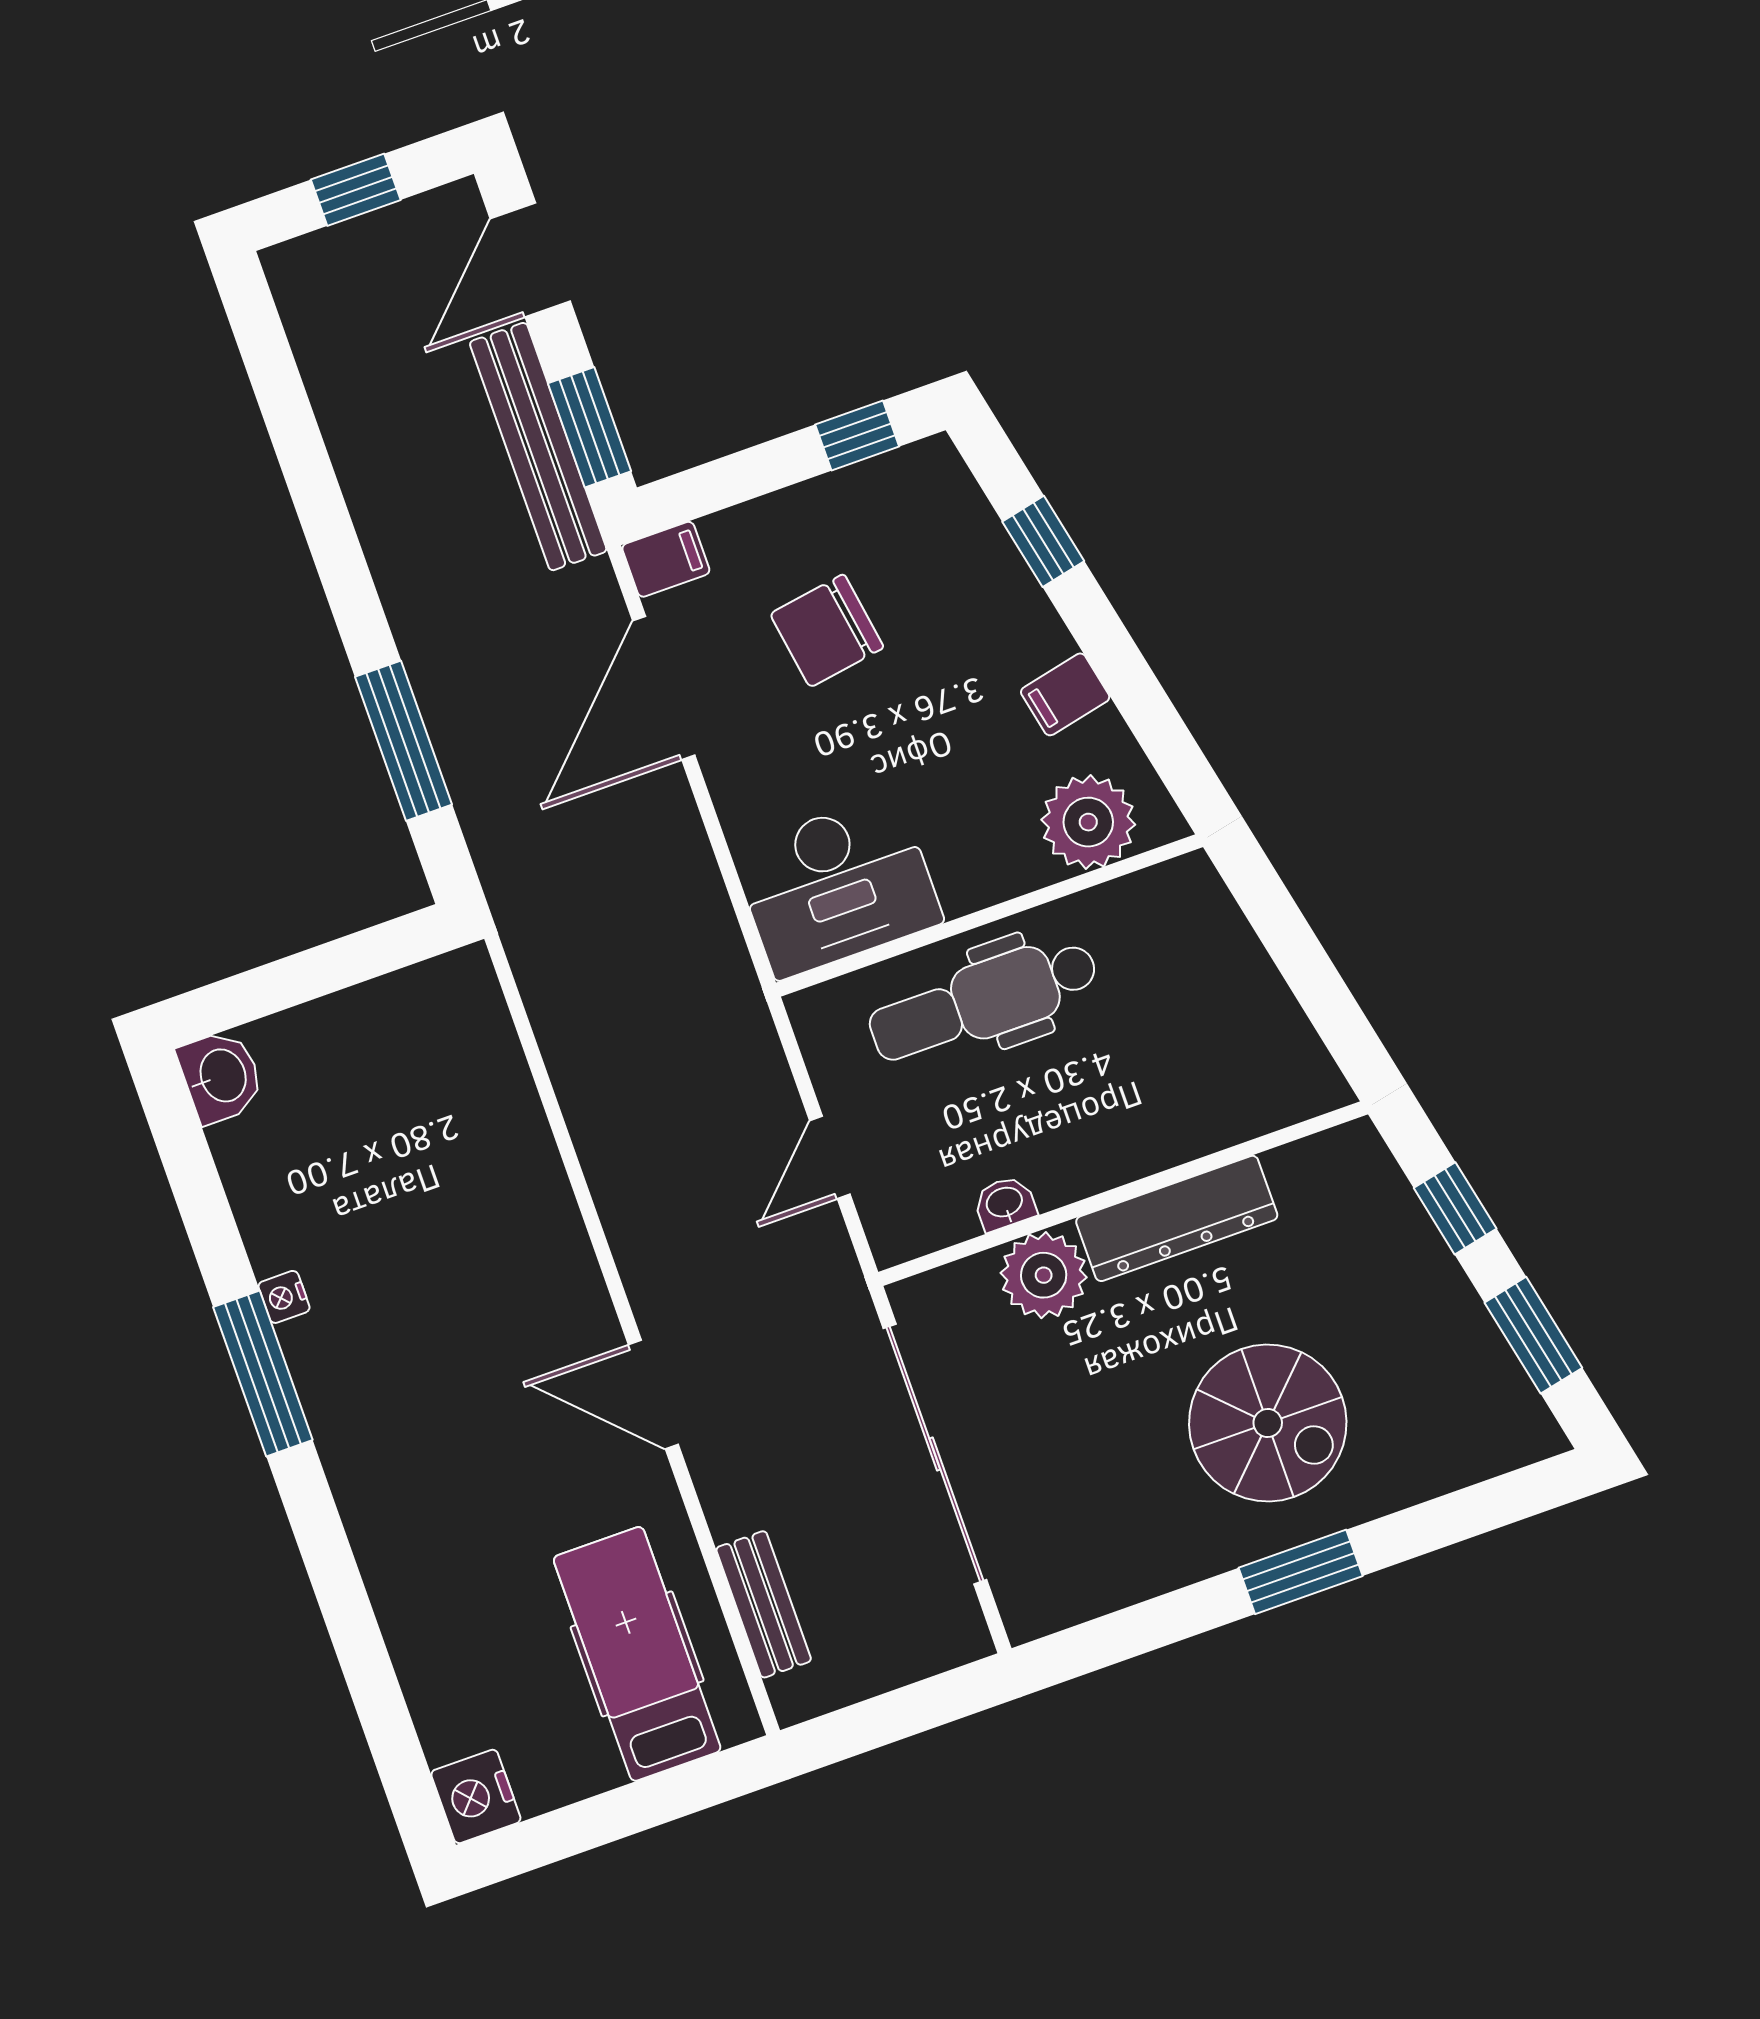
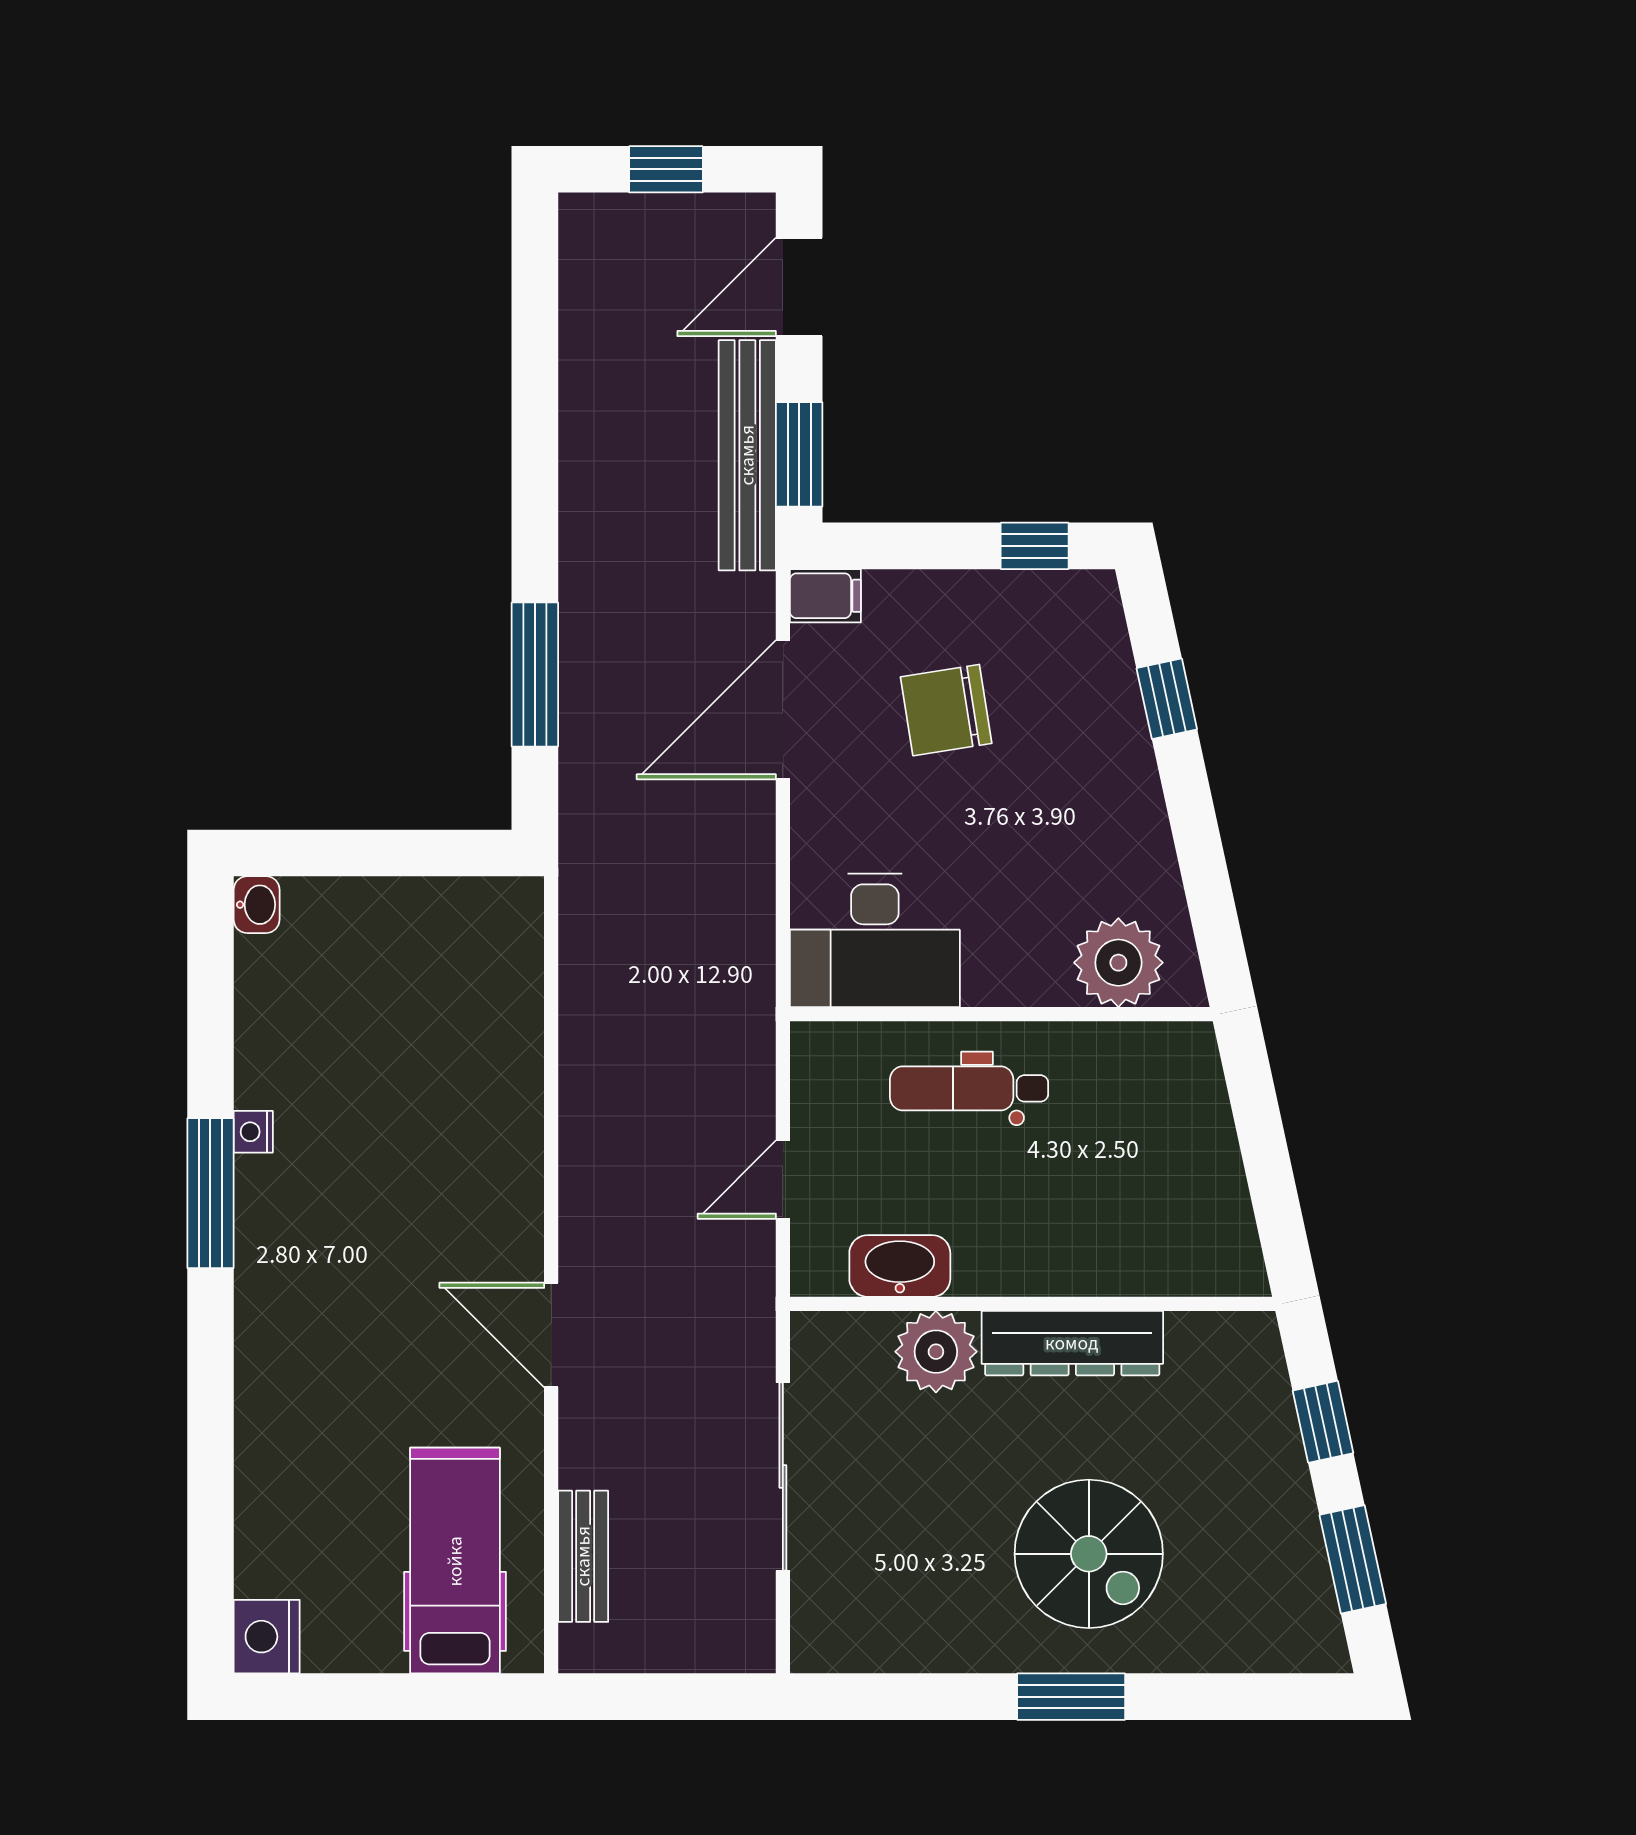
filing cabinet: (1065, 694) -> (1138, 842), removed
dental chair: (984, 1000) -> (969, 1088), width x0.73, depth x0.72
washbasin: (221, 1076) -> (257, 905), width x0.72, depth x0.69
washbasin: (1005, 1203) -> (900, 1266), width x1.91, depth x1.45
sliding door: (935, 1454) -> (783, 1477), width x0.73

